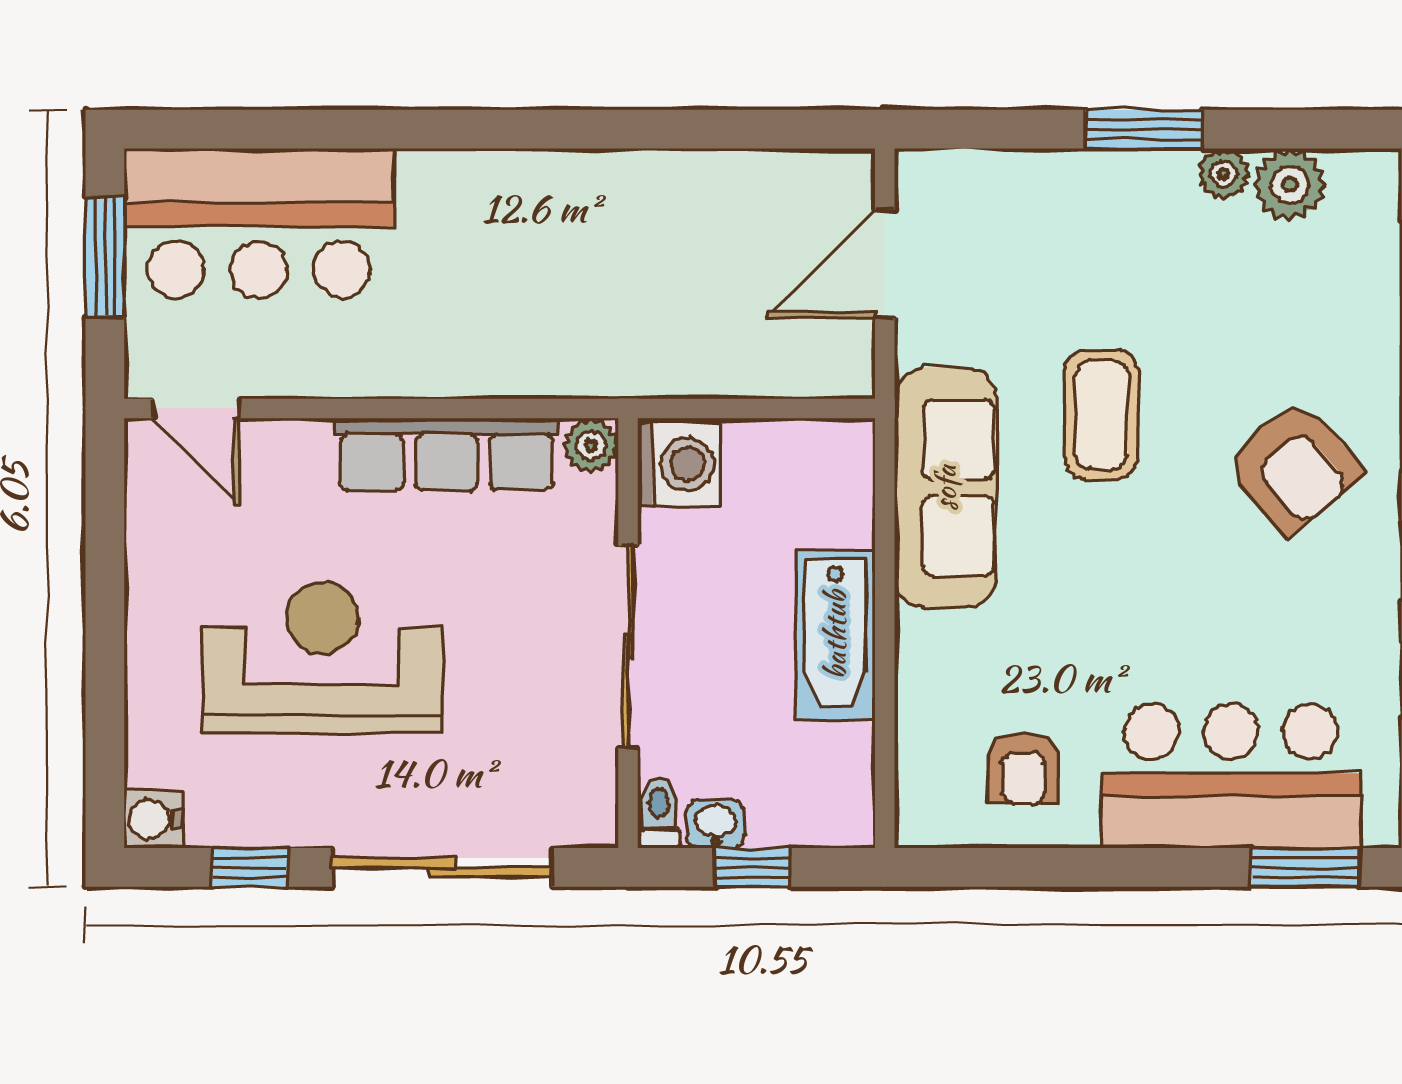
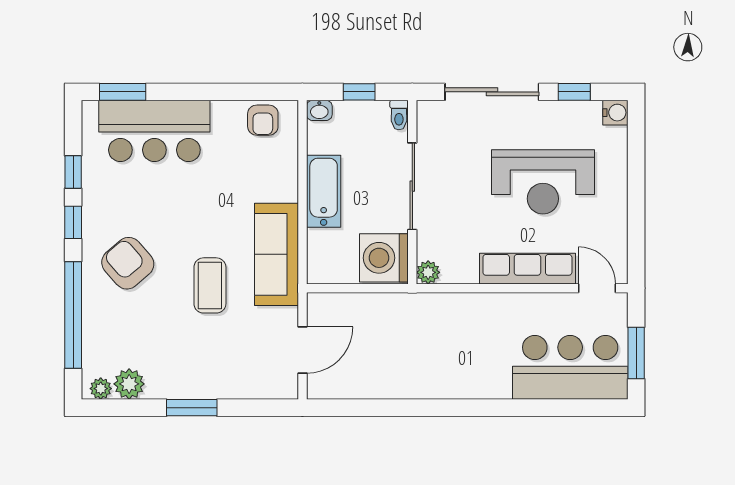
plant: (1224, 174) -> (101, 389), moved
row of seats: (447, 454) -> (527, 269), moved
washing machine: (679, 464) -> (384, 258), width x1.37, depth x1.37
armchair: (1023, 768) -> (263, 120), moved, turned 180
washbasin: (715, 824) -> (319, 110), moved

